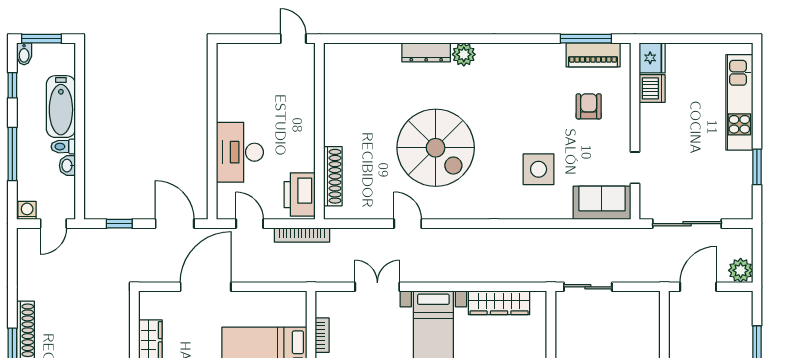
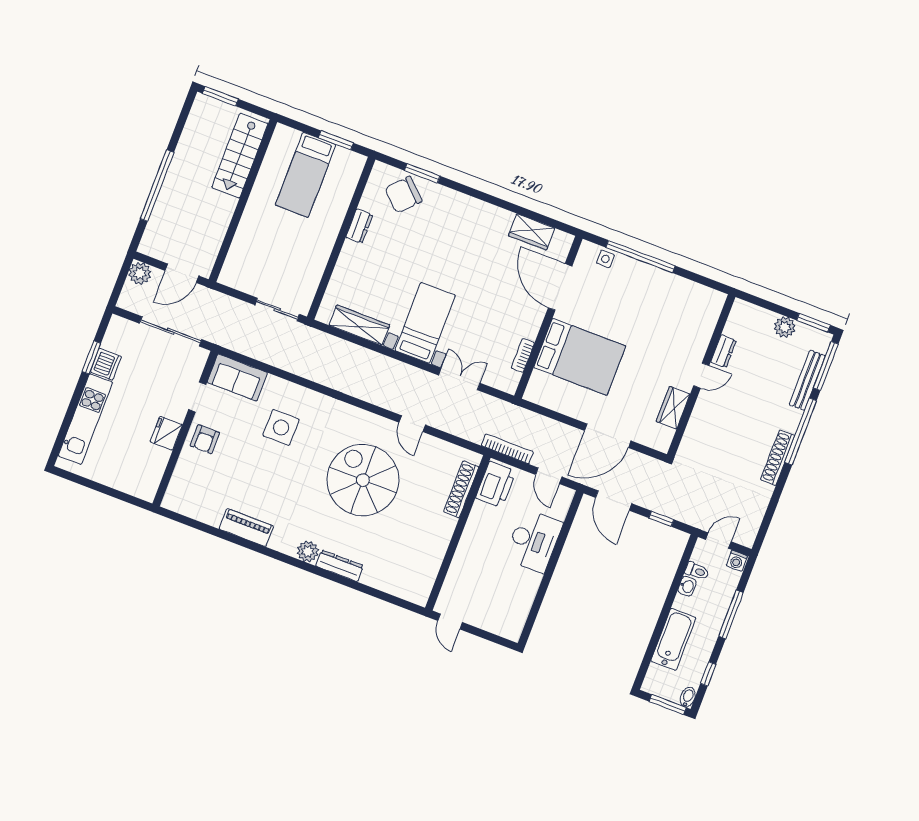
window: (586, 39) -> (197, 525), removed
piano: (593, 55) -> (246, 528), moved
fridge: (652, 58) -> (166, 433), moved
dishwasher: (652, 88) -> (106, 364), moved, turned 180
armchair: (589, 106) -> (205, 439), moved
toilet: (63, 147) -> (697, 571), moved
double door: (377, 287) -> (459, 379), swing flipped

